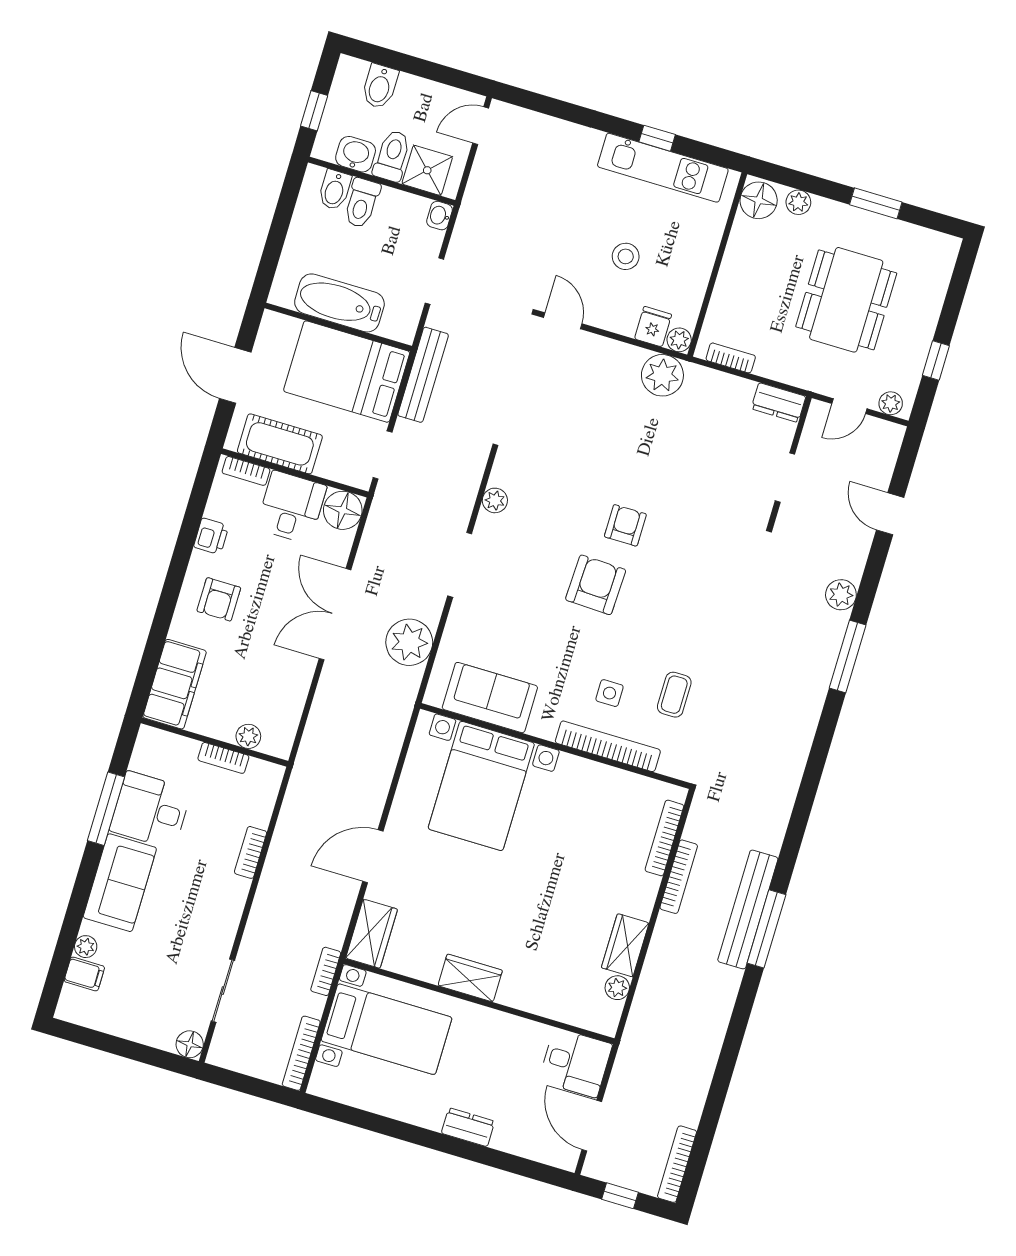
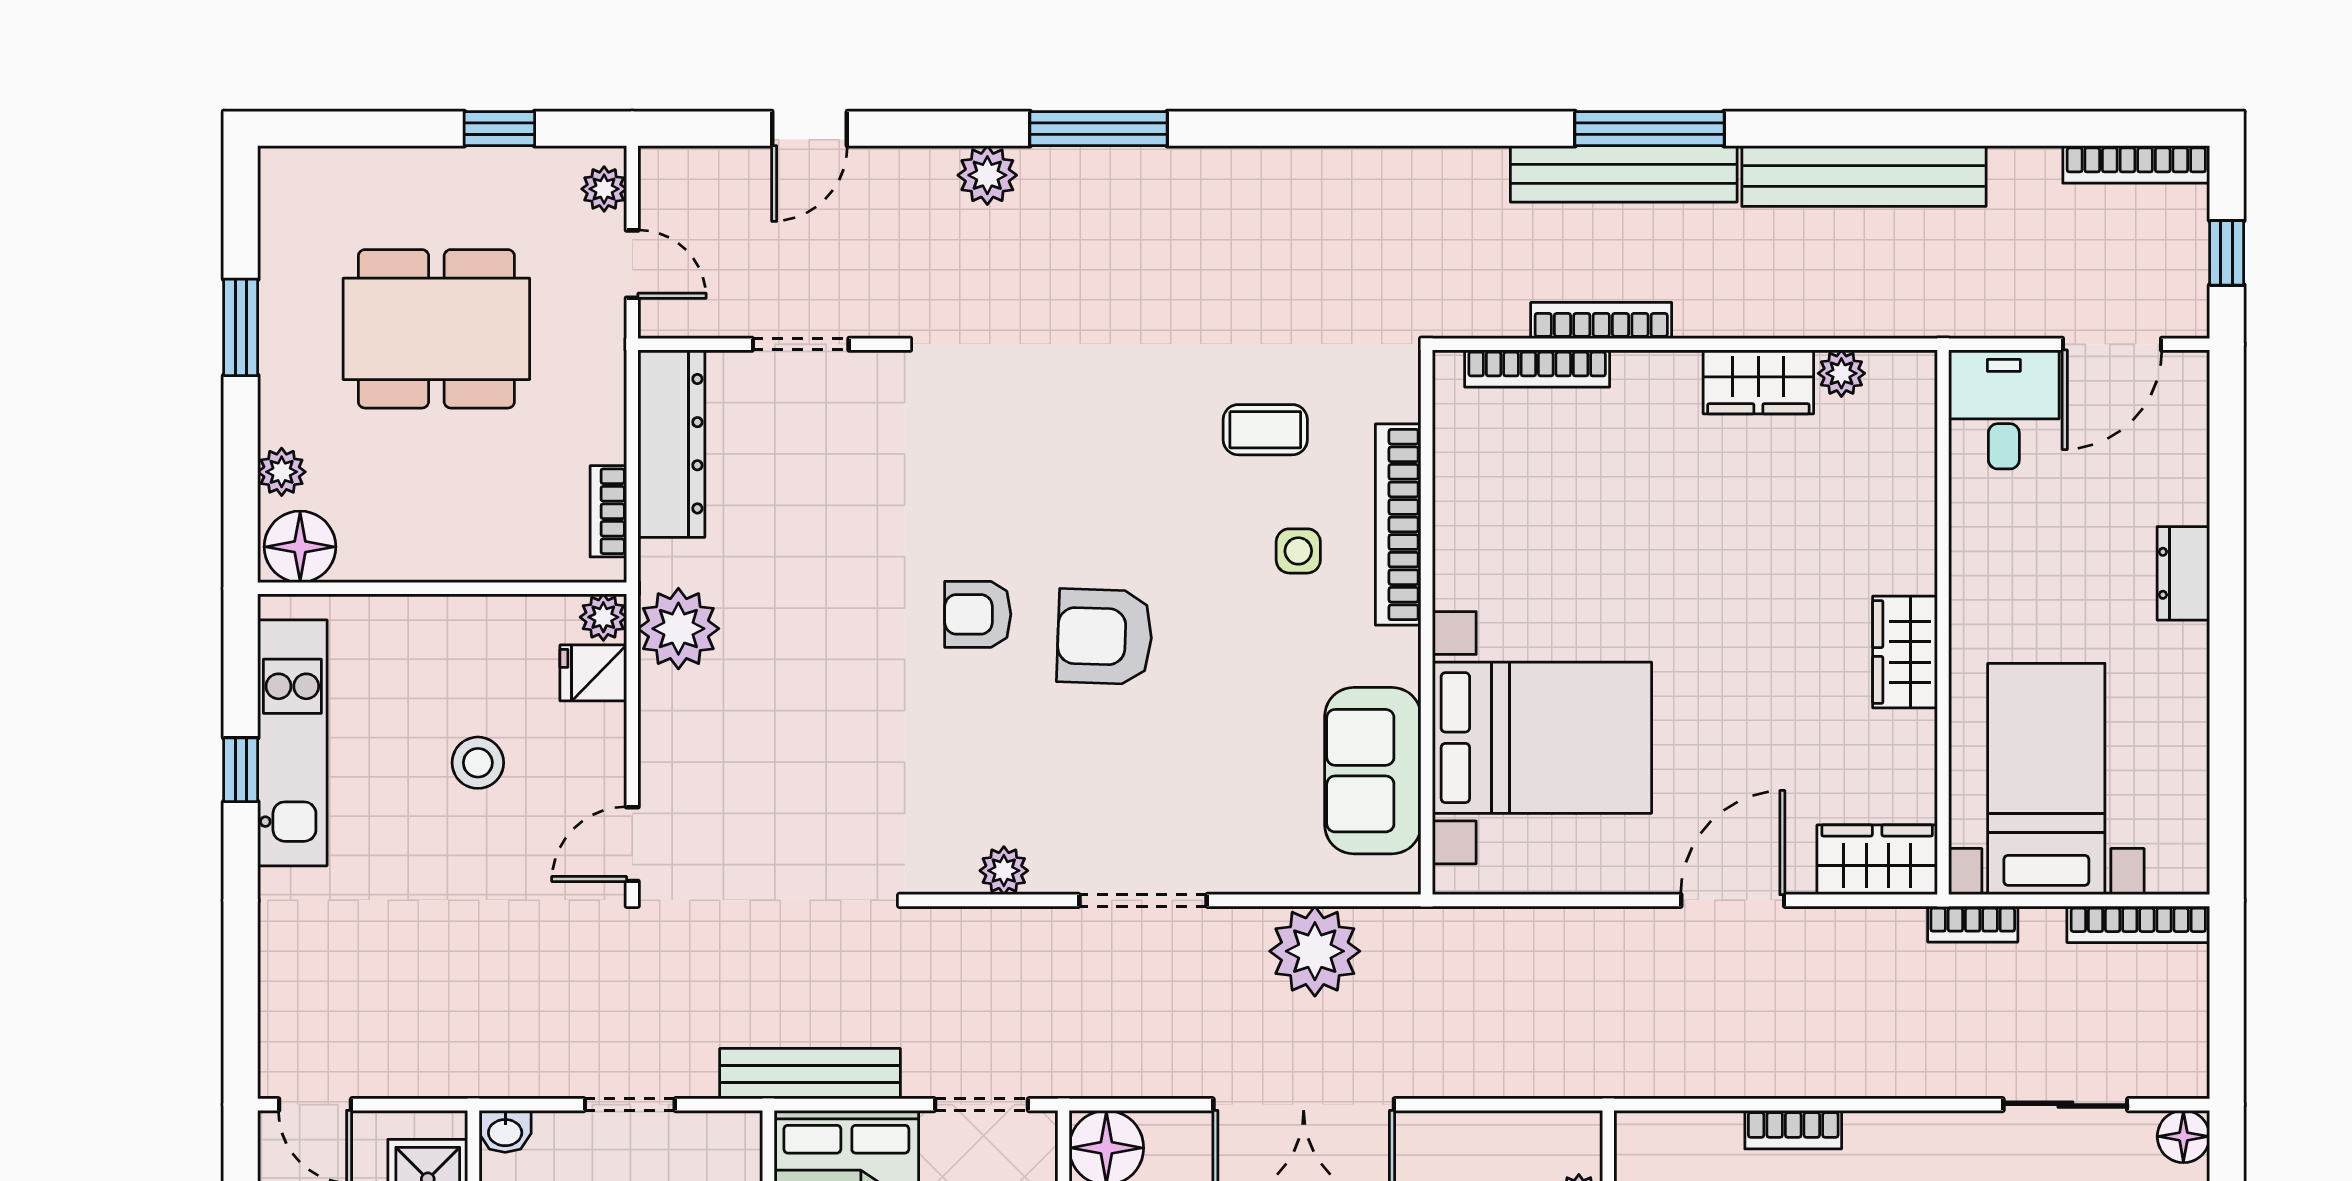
dresser: (779, 403) -> (671, 444), width x1.96, depth x1.24
door: (373, 856) -> (1733, 900), swing flipped
bench: (711, 1028) -> (1864, 176), added

